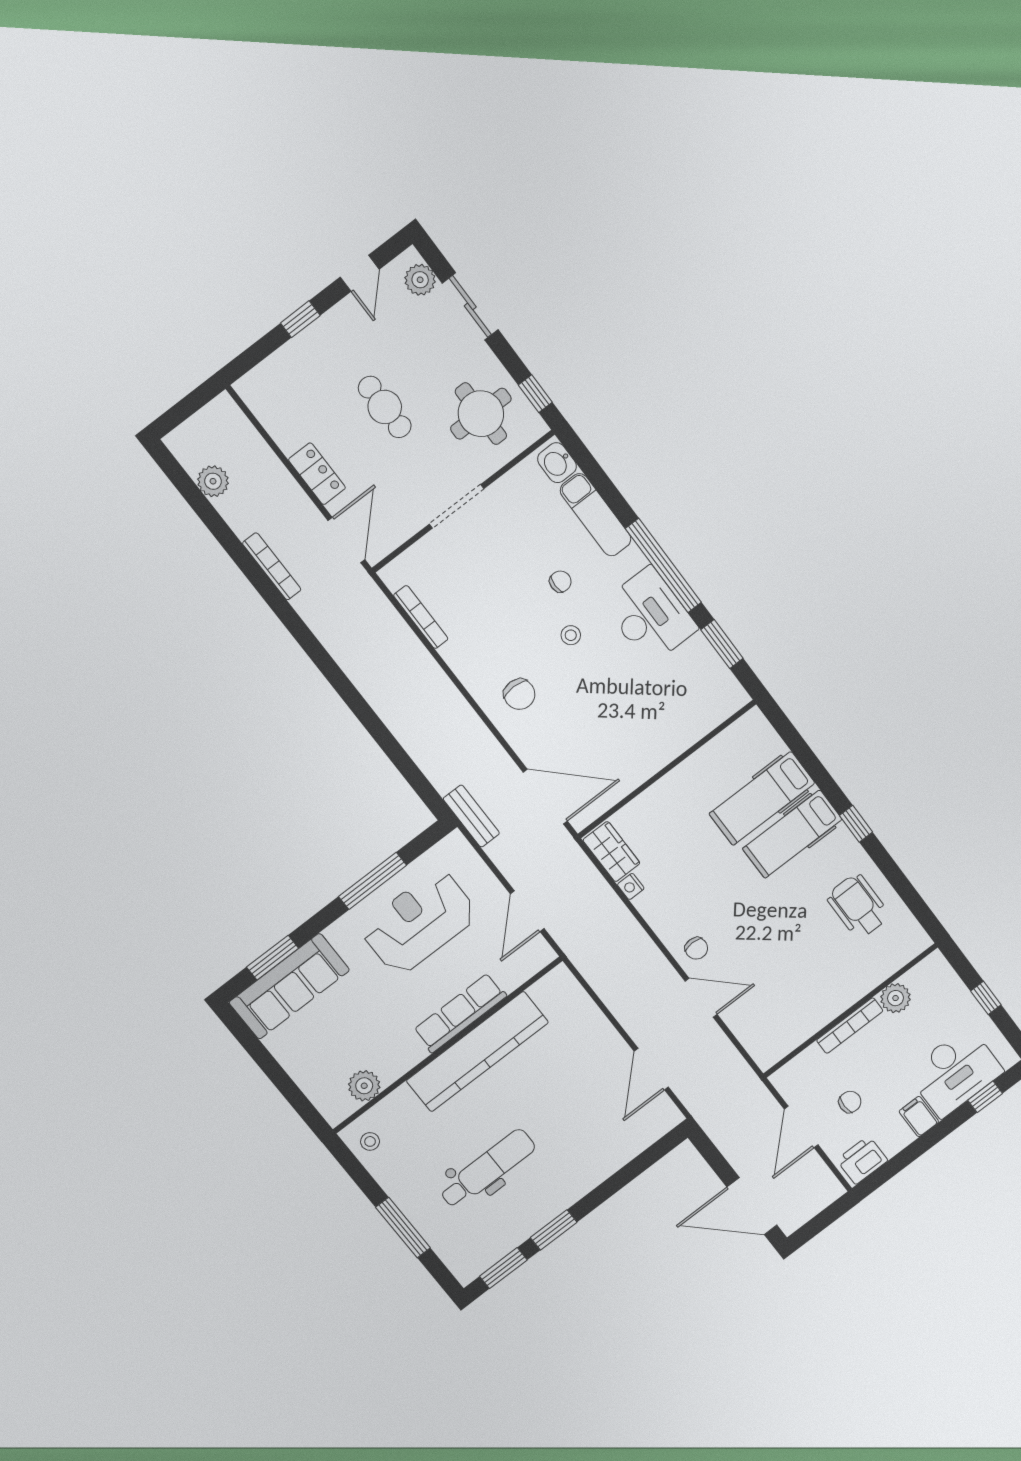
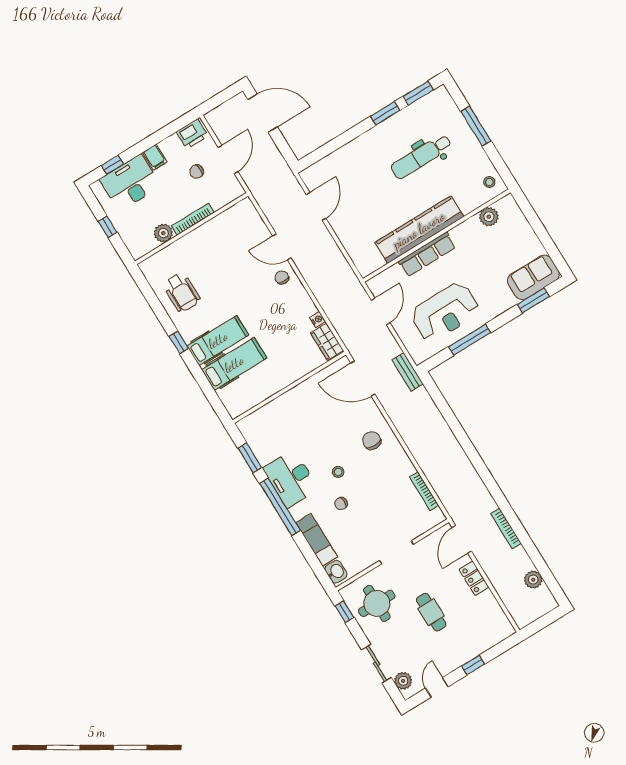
sofa: (289, 986) -> (533, 277), width x0.73

